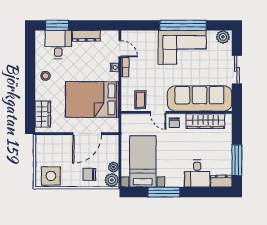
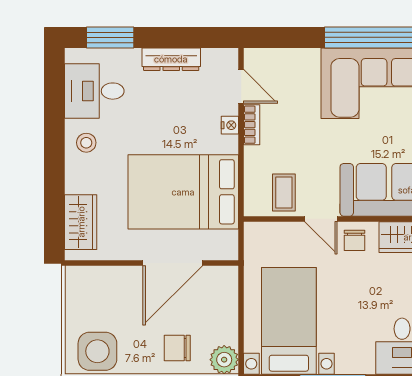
desk: (58, 45) -> (94, 91), moved, turned -90
plant: (113, 167) -> (228, 333), removed

